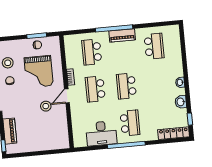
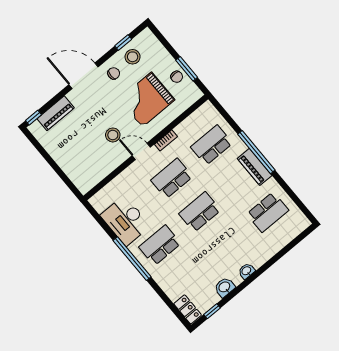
school desk: (130, 123) -> (160, 245), turned 180
locker: (174, 133) -> (188, 309), width x0.66

